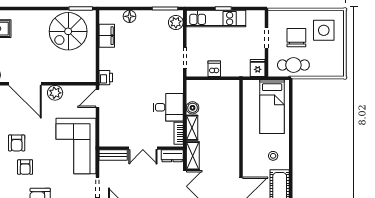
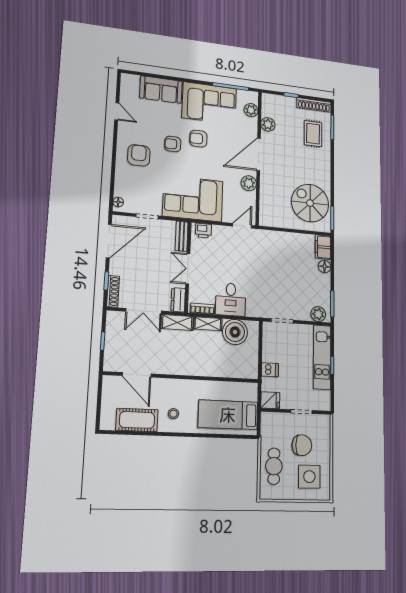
filing cabinet: (107, 36) -> (323, 247), moved, turned 90
cafe table: (293, 65) -> (274, 466), moved
dishwasher: (214, 69) -> (270, 370), moved
printer: (106, 78) -> (203, 231), moved
door: (97, 98) -> (242, 226), hinge flipped
boiler: (193, 108) -> (235, 332), width x1.86, depth x1.86

